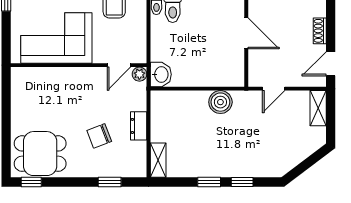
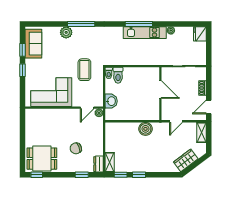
washbasin: (161, 74) -> (111, 101), moved
dresser: (139, 126) -> (98, 164), moved
wardrobe: (290, 157) -> (186, 160), added
window: (242, 182) -> (121, 175), moved

